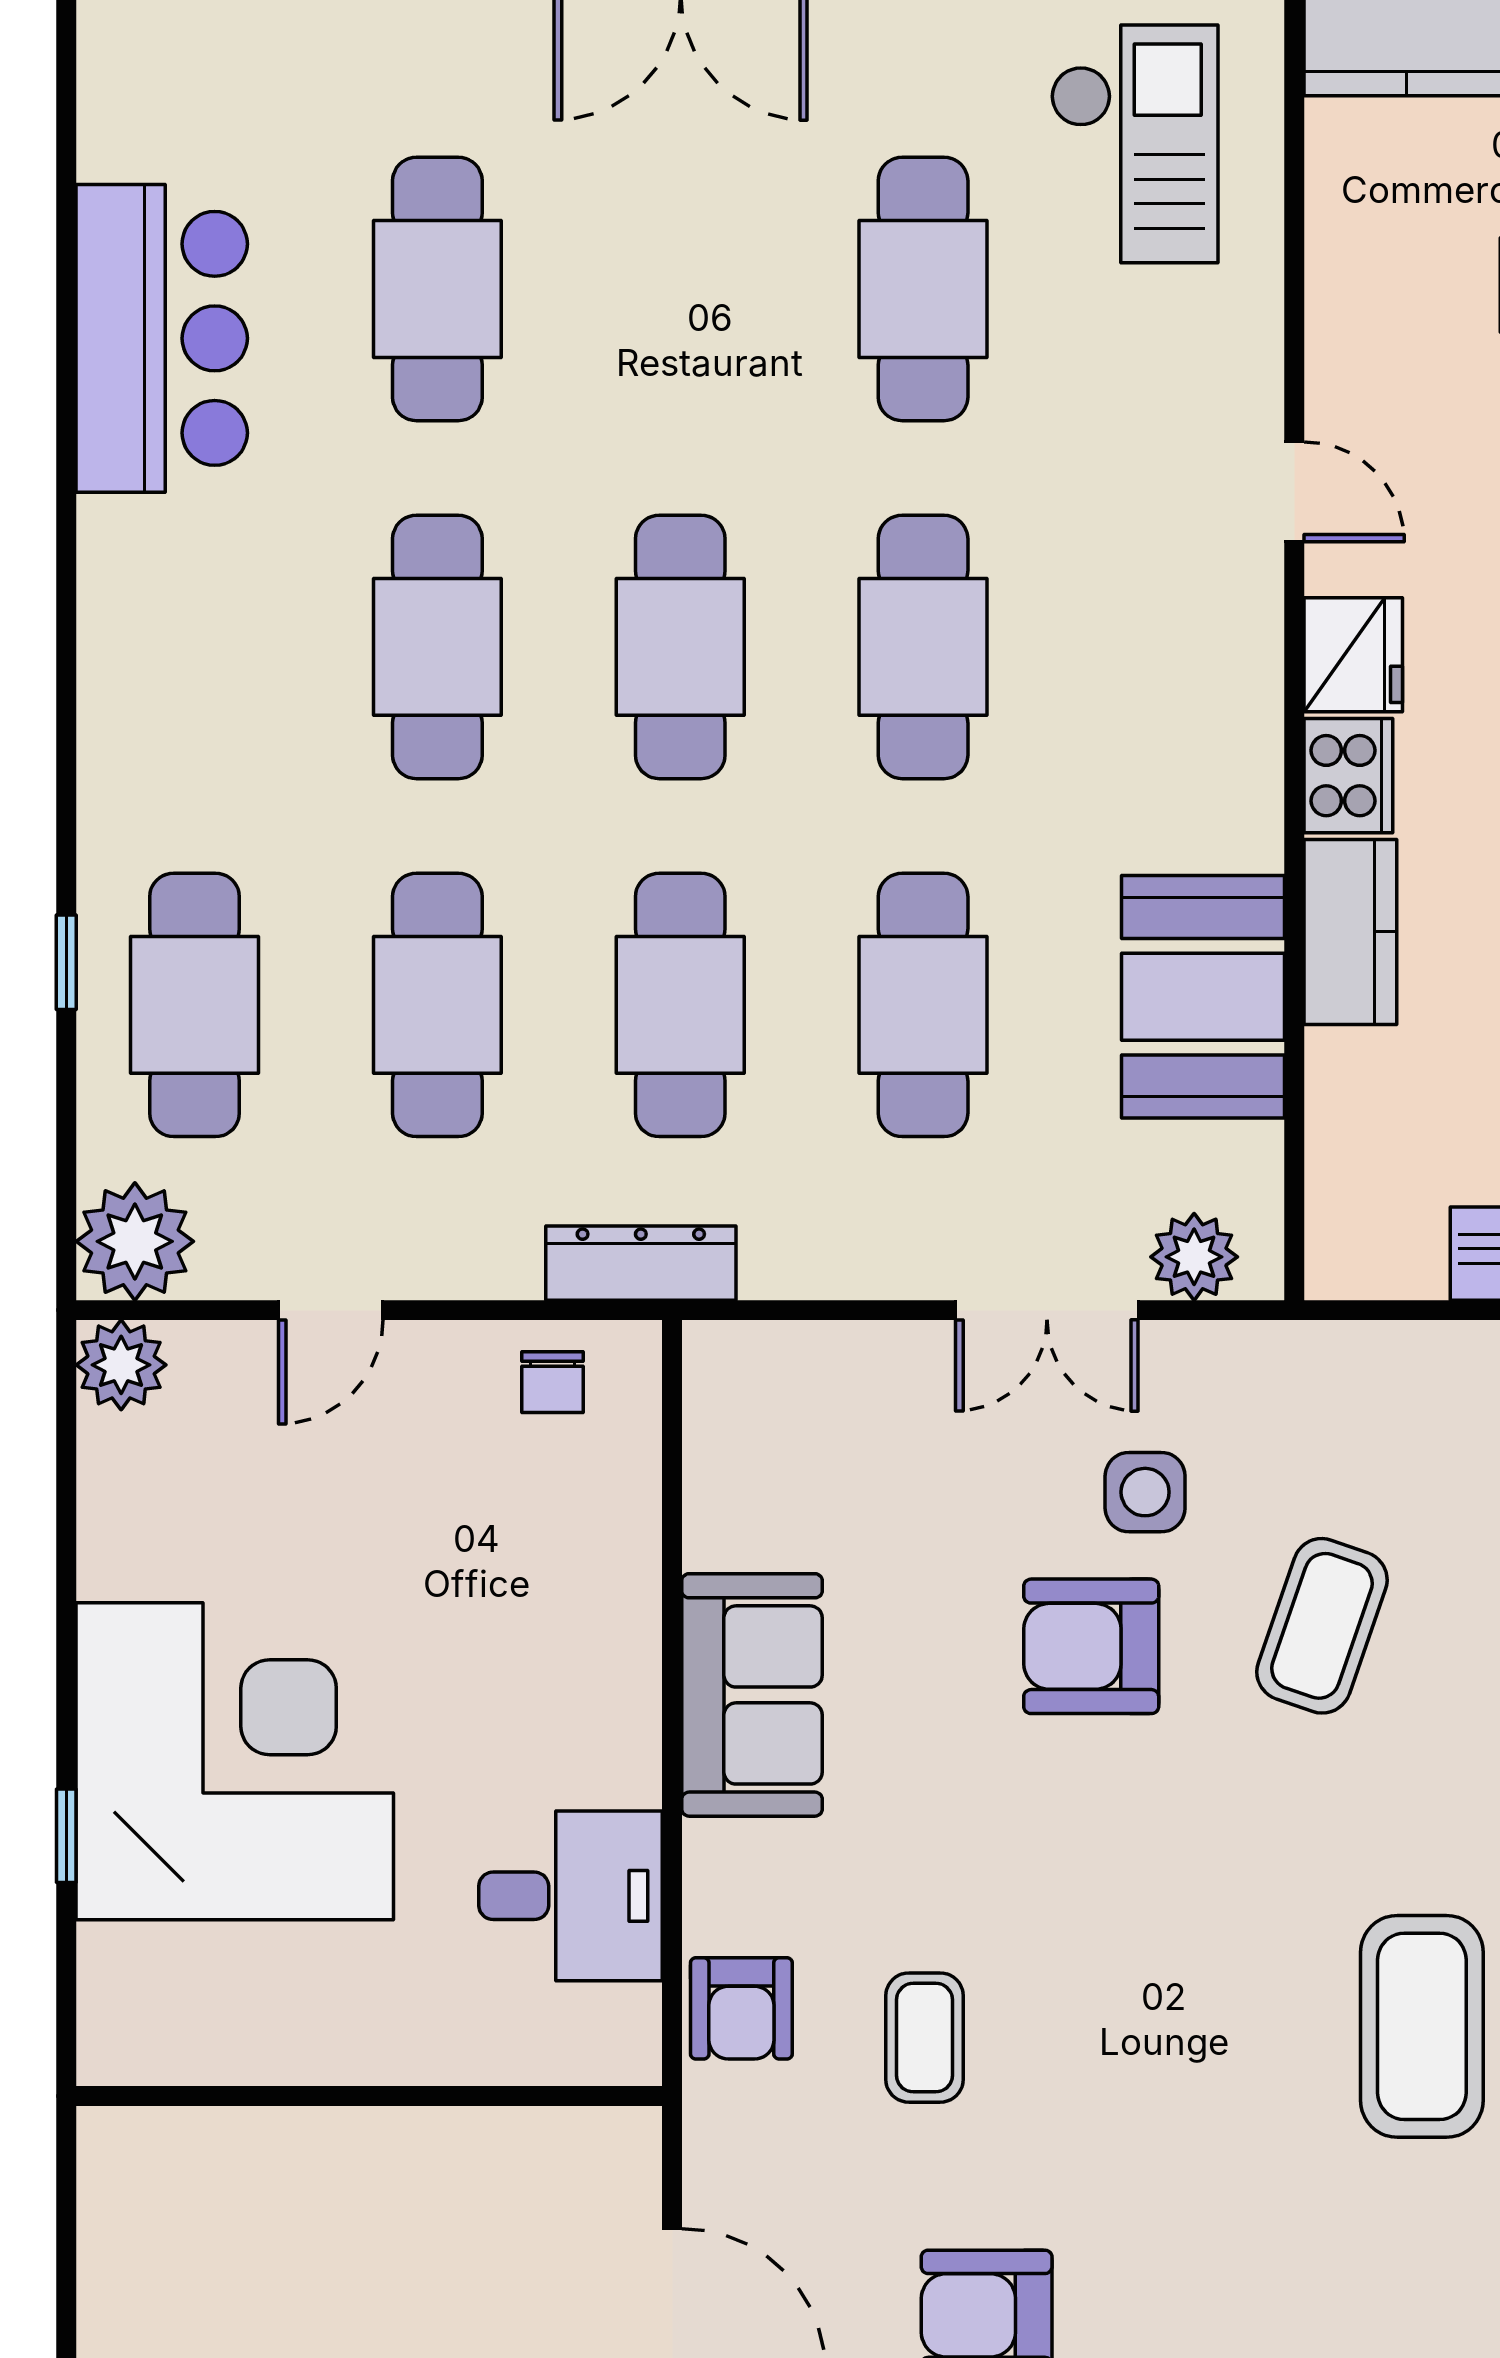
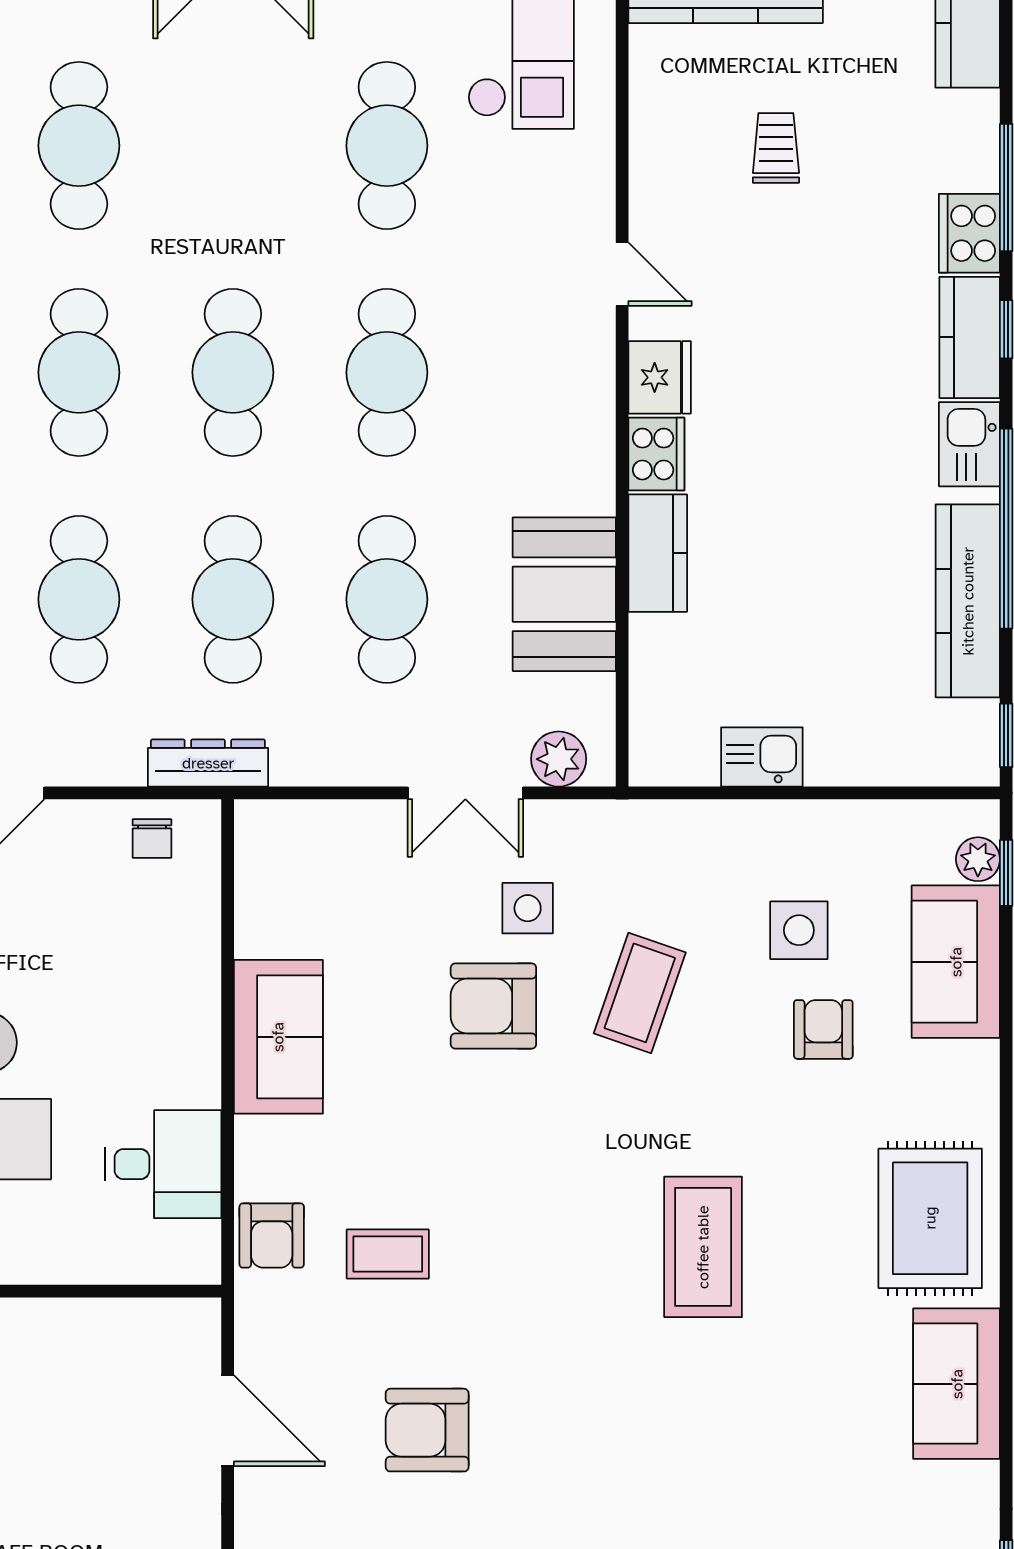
coffee table: (925, 2038) -> (388, 1254), turned 90

